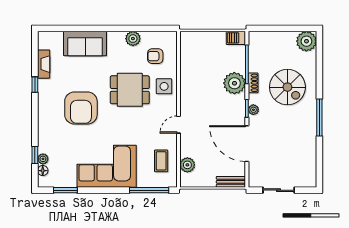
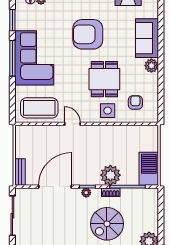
barbecue: (236, 38) -> (149, 169), width x1.88, depth x1.53
plant: (133, 39) -> (151, 66), moved
coffee table: (161, 161) -> (39, 108), width x1.86, depth x1.72
plant: (187, 165) -> (36, 132), removed
window: (149, 190) -> (12, 58), moved
sliding door: (279, 190) -> (12, 216), width x1.37

